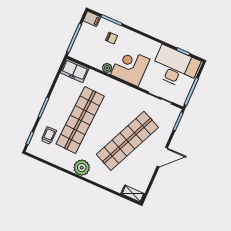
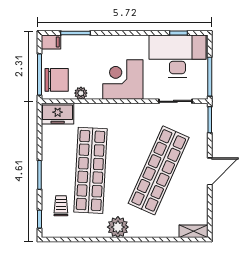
chair: (111, 38) -> (57, 80), moved, width x1.87, depth x1.87
plant: (107, 68) -> (81, 93), moved

